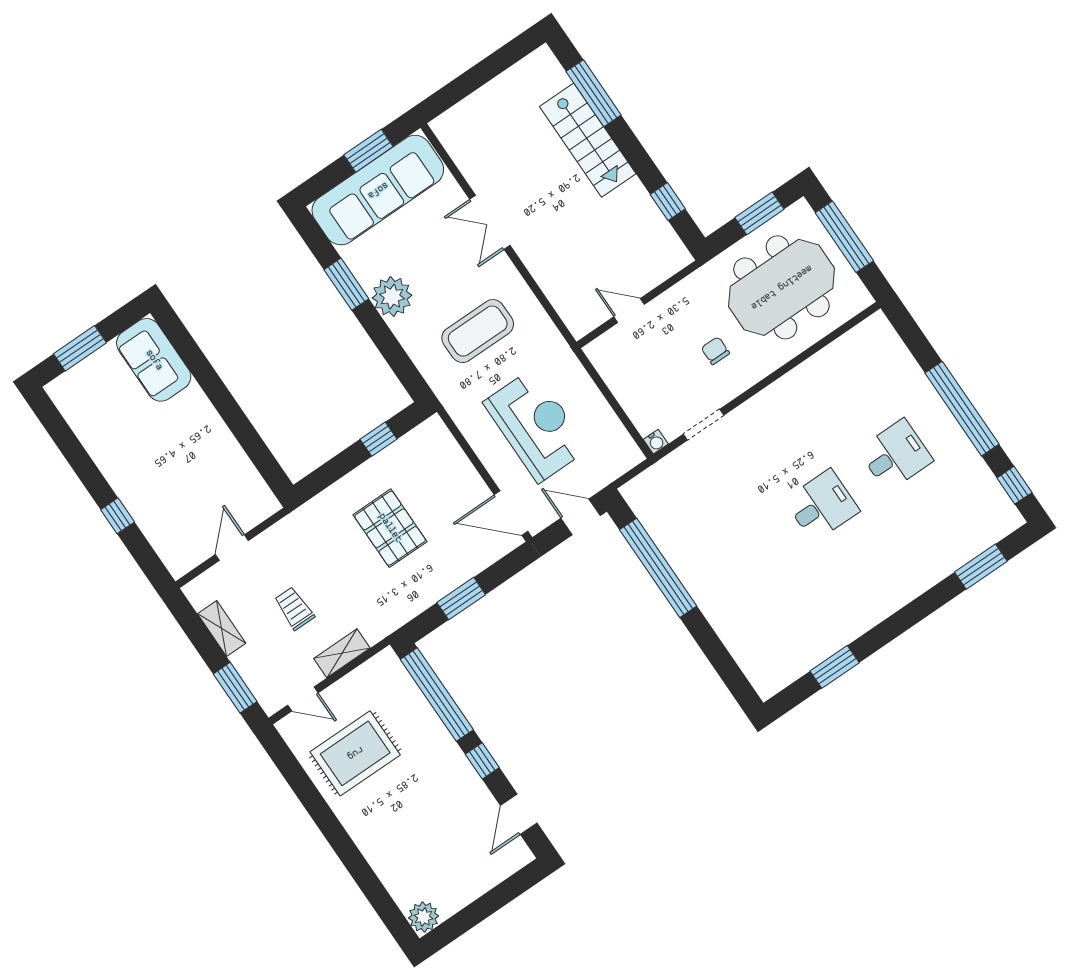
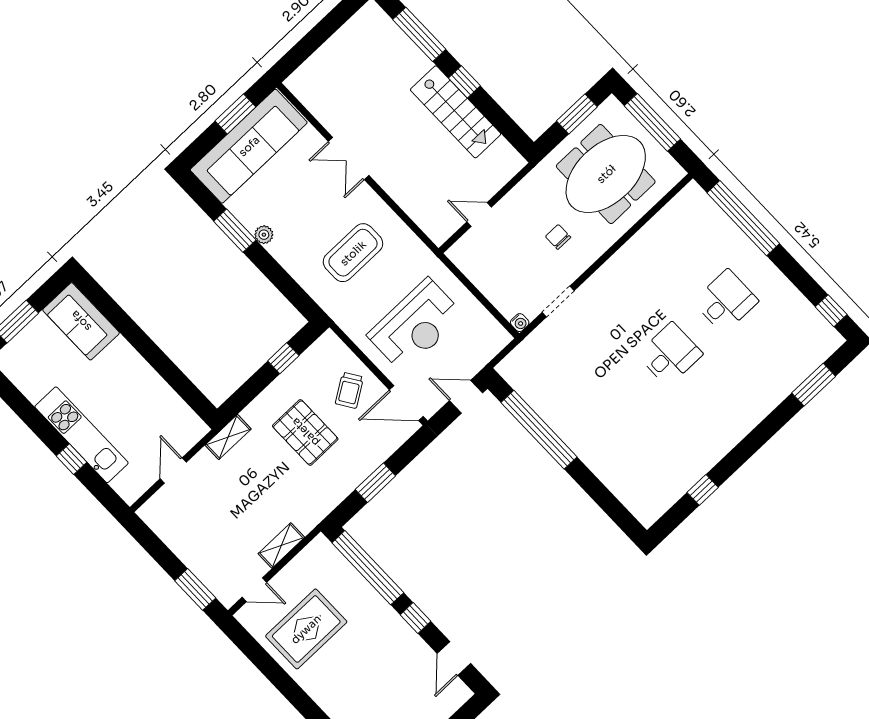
stairs: (588, 140) -> (456, 112), moved
window: (668, 202) -> (464, 82), moved
plant: (392, 297) -> (264, 235), width x0.53, depth x0.53
window: (962, 409) -> (743, 218), moved
reception desk: (536, 426) -> (415, 325), turned 90
kitchen unit: (133, 490) -> (81, 435), added
trolley: (294, 608) -> (349, 390), moved, turned -123
shelving: (222, 629) -> (228, 437), moved, turned 90
window: (835, 667) -> (703, 490), width x0.67

